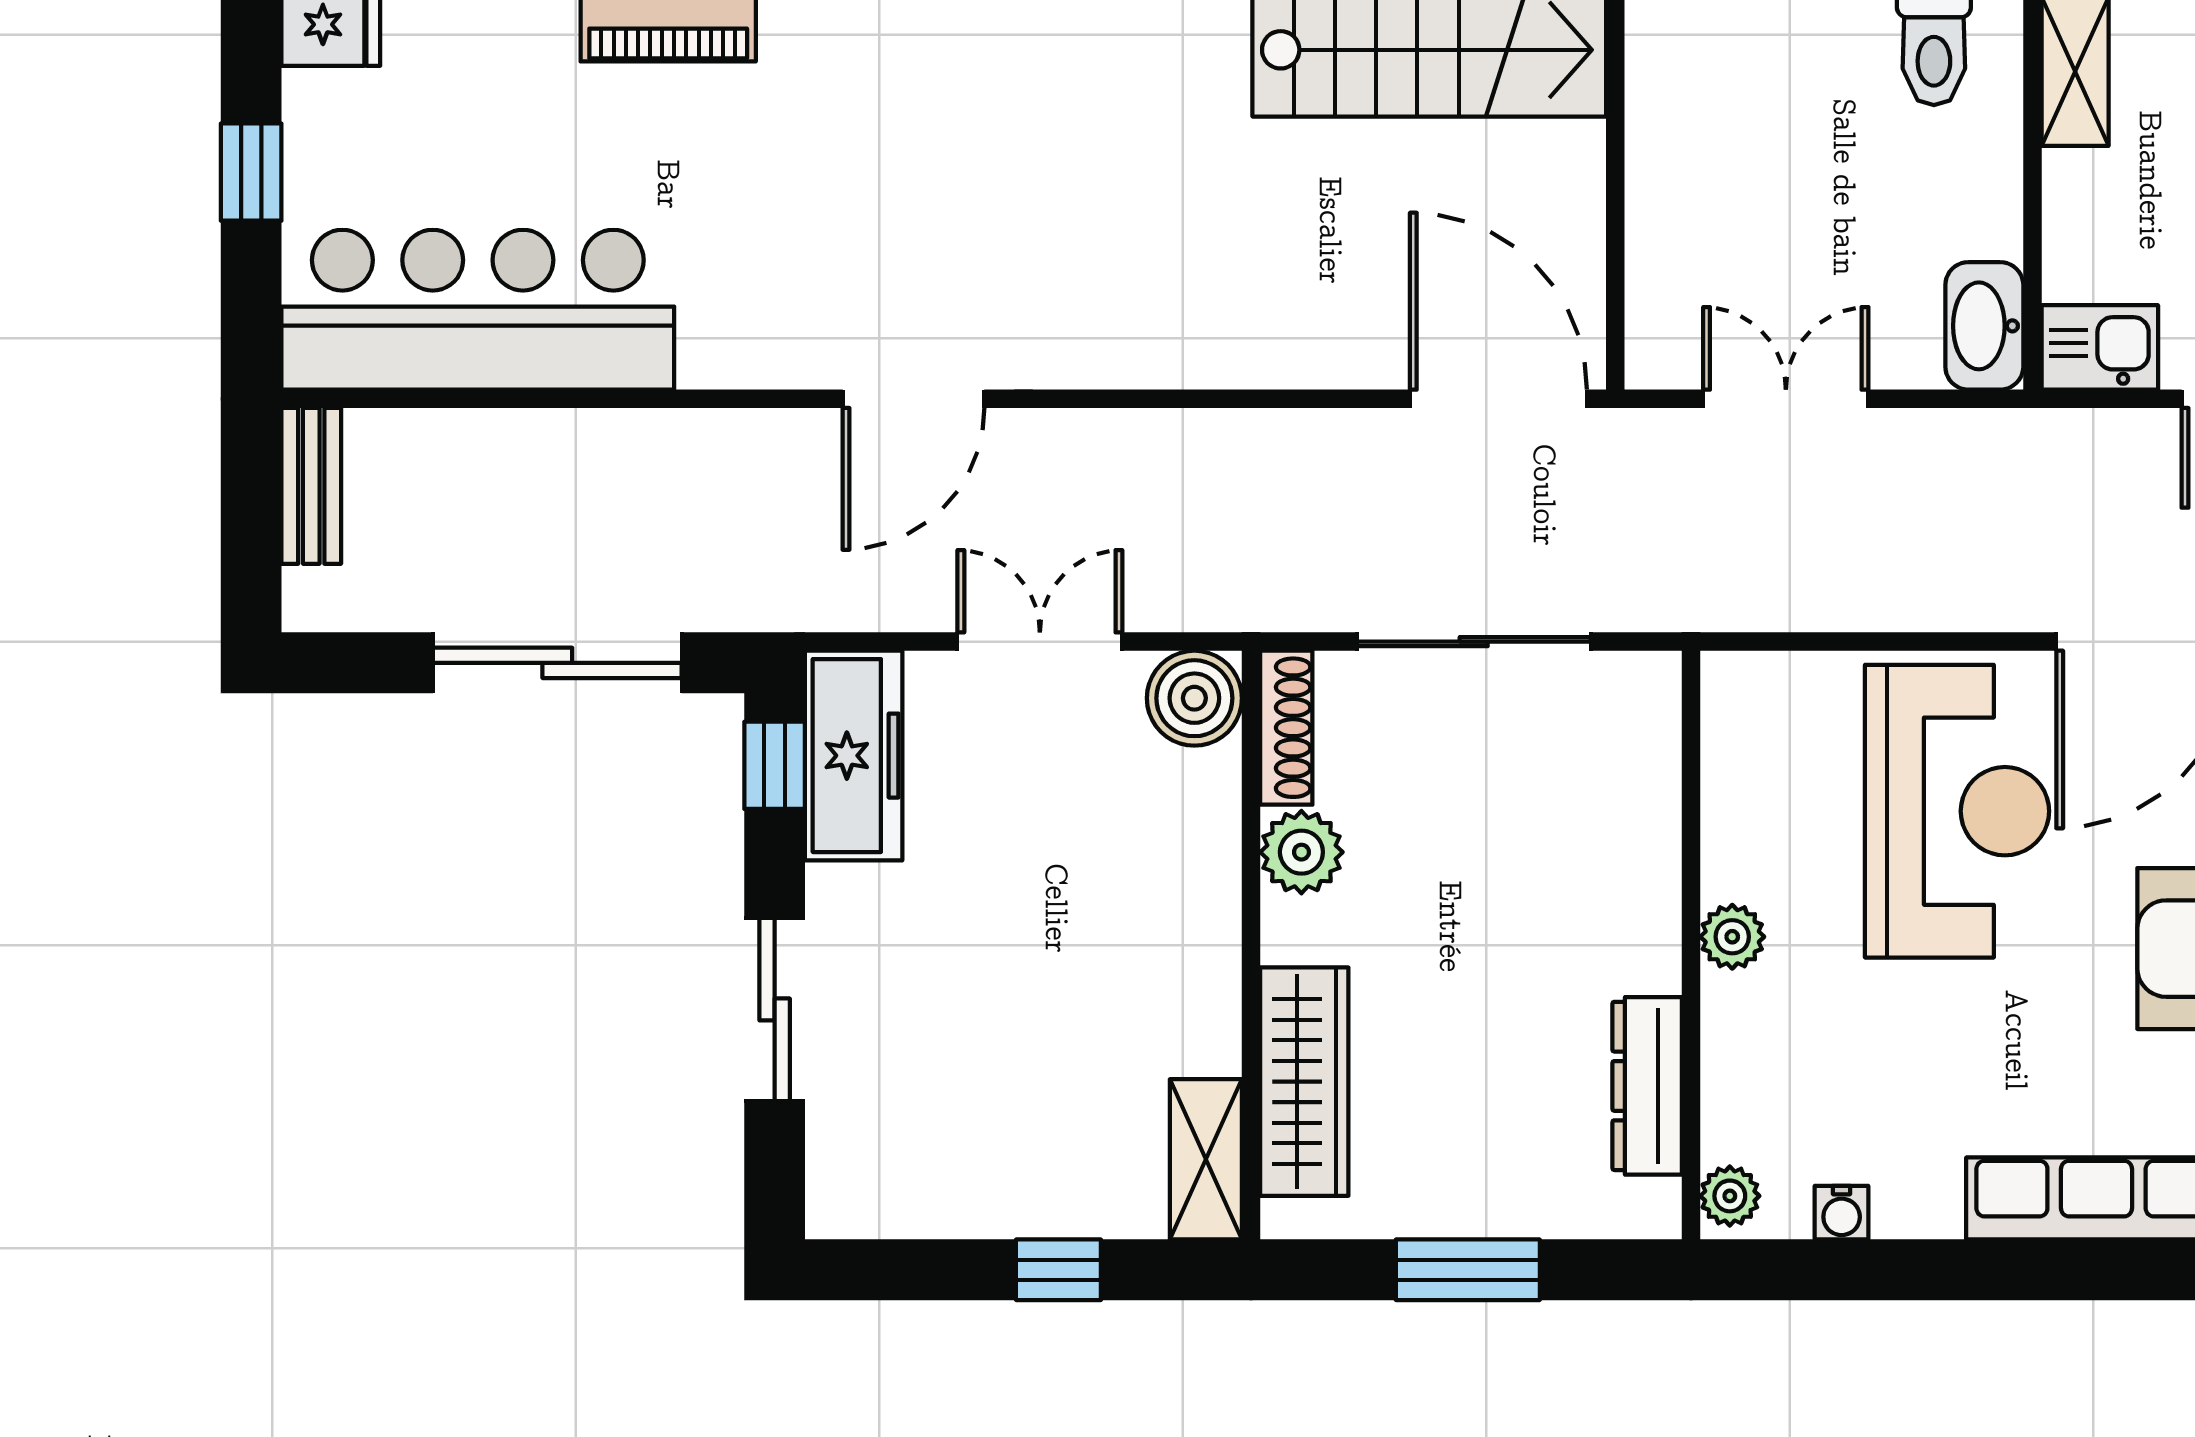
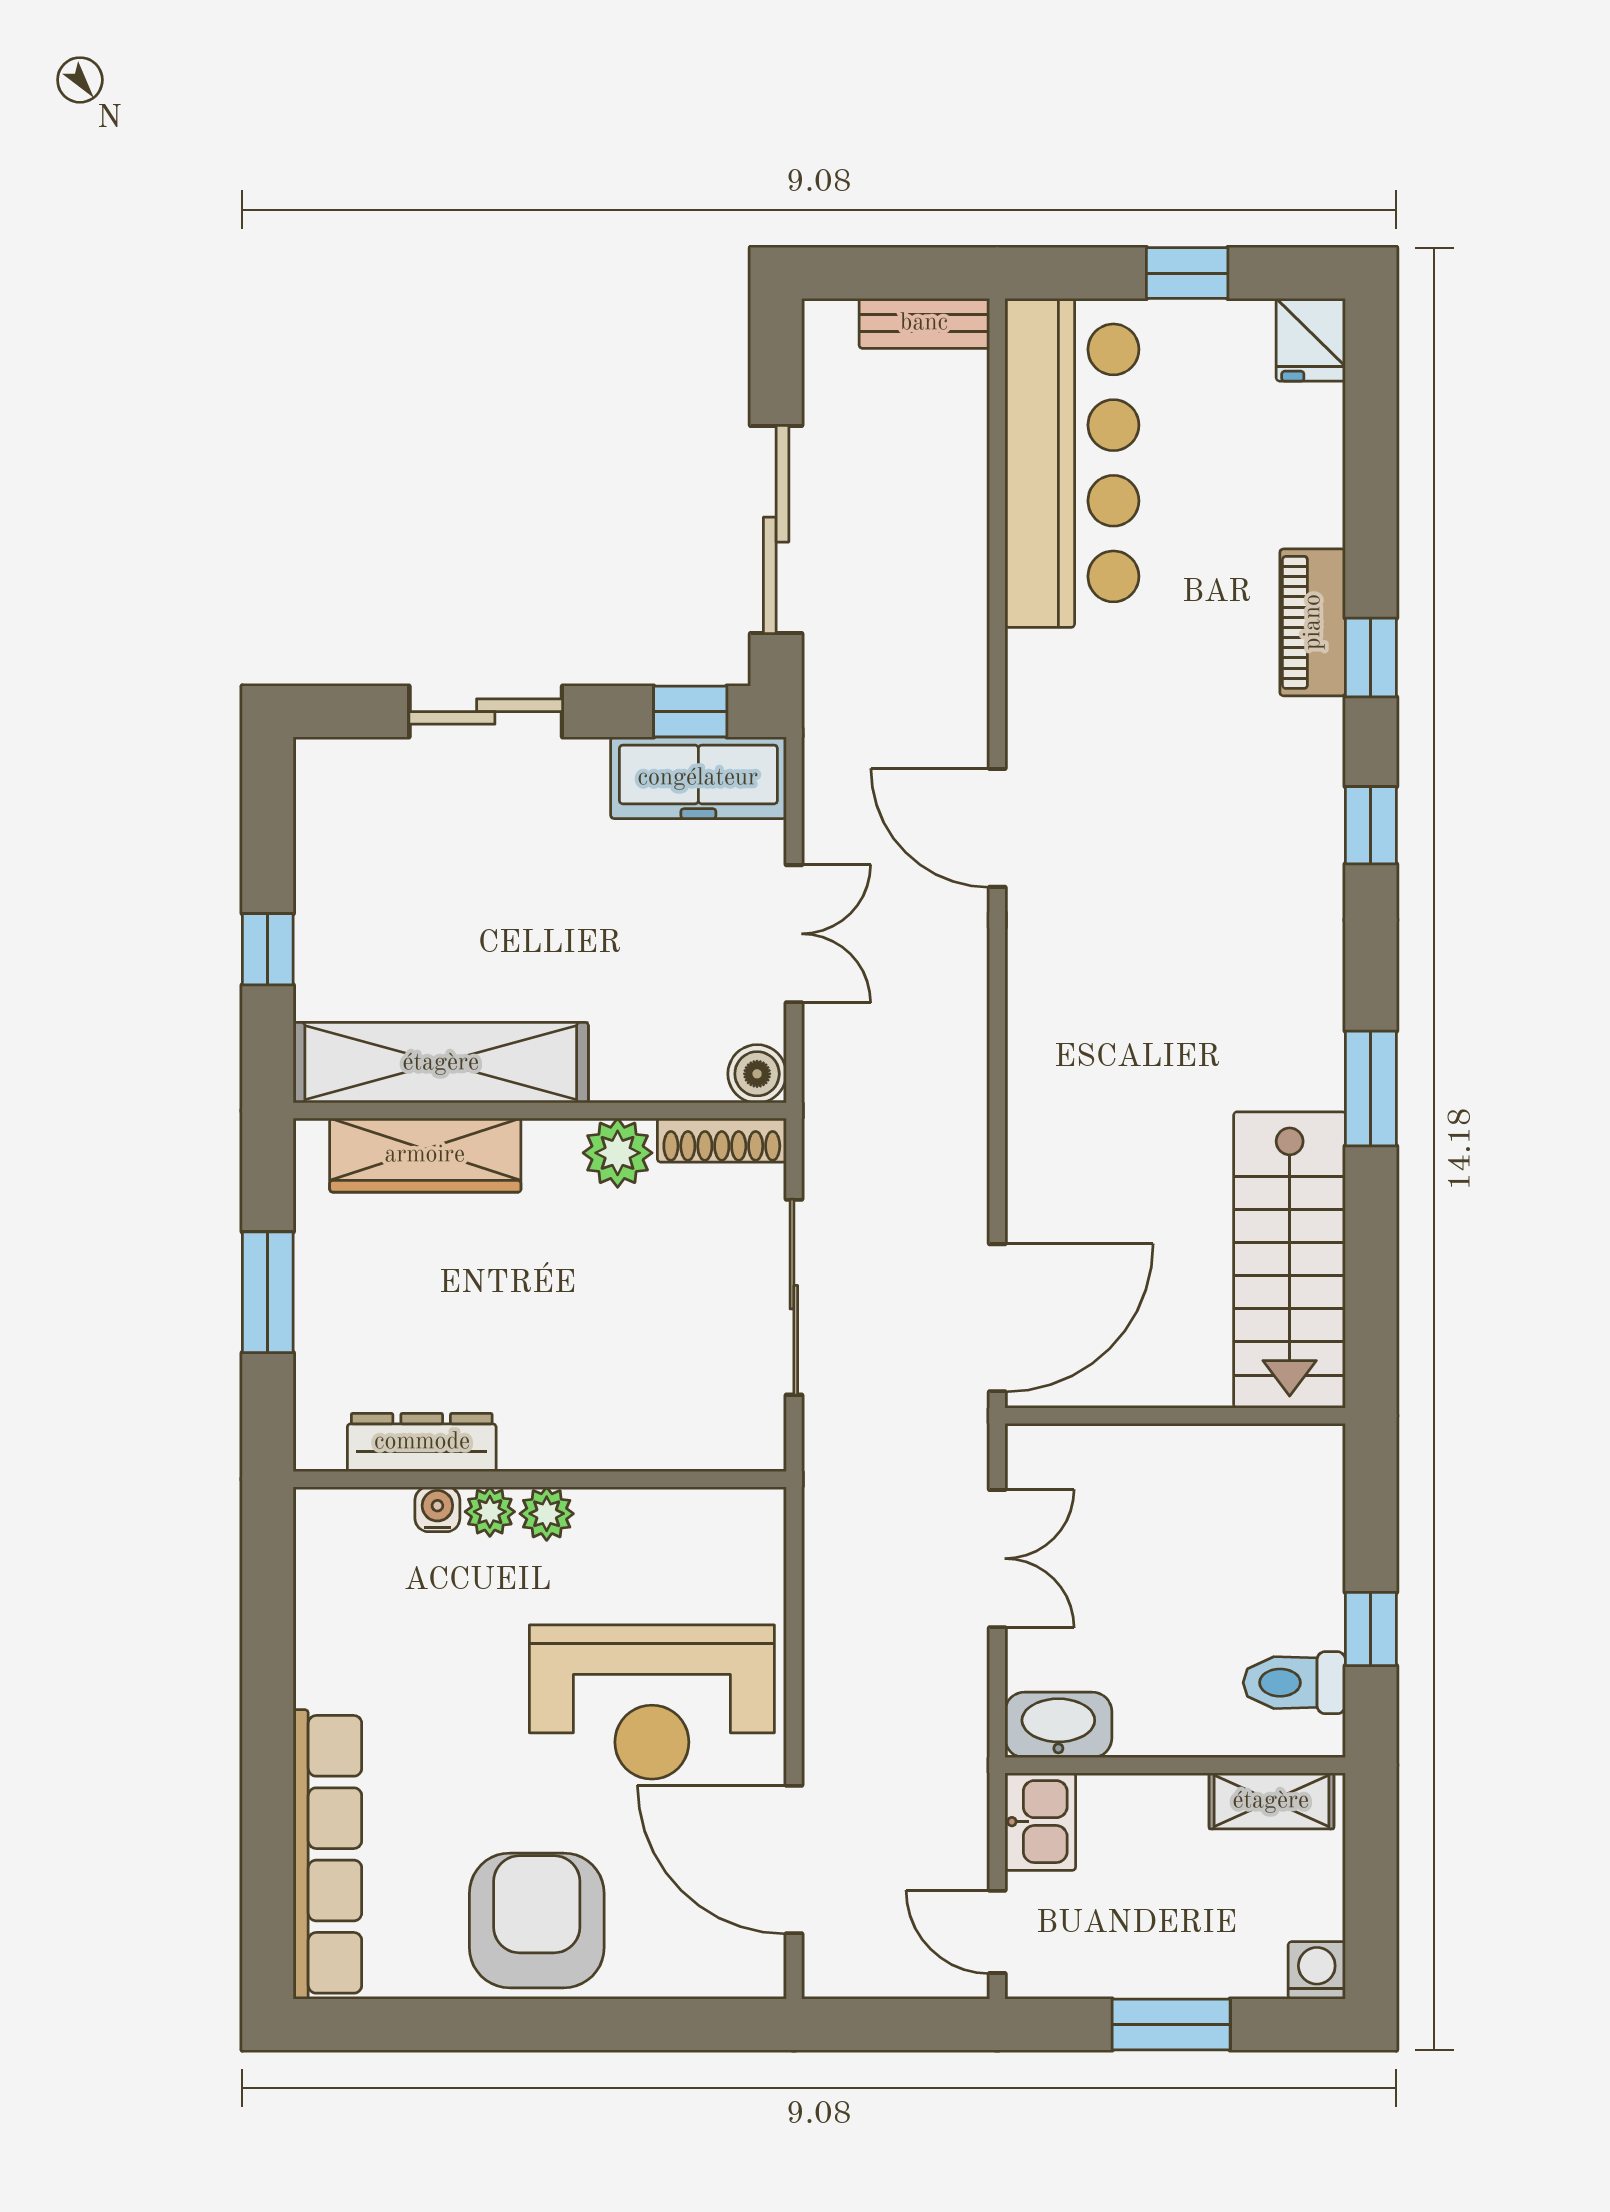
boiler: (1194, 698) -> (757, 1074), width x0.73, depth x0.73
shelving: (1206, 1159) -> (441, 1063), width x2.20, depth x1.33
plant: (1730, 1196) -> (490, 1512), moved
water cooler: (1842, 1213) -> (437, 1509), moved, turned 90

